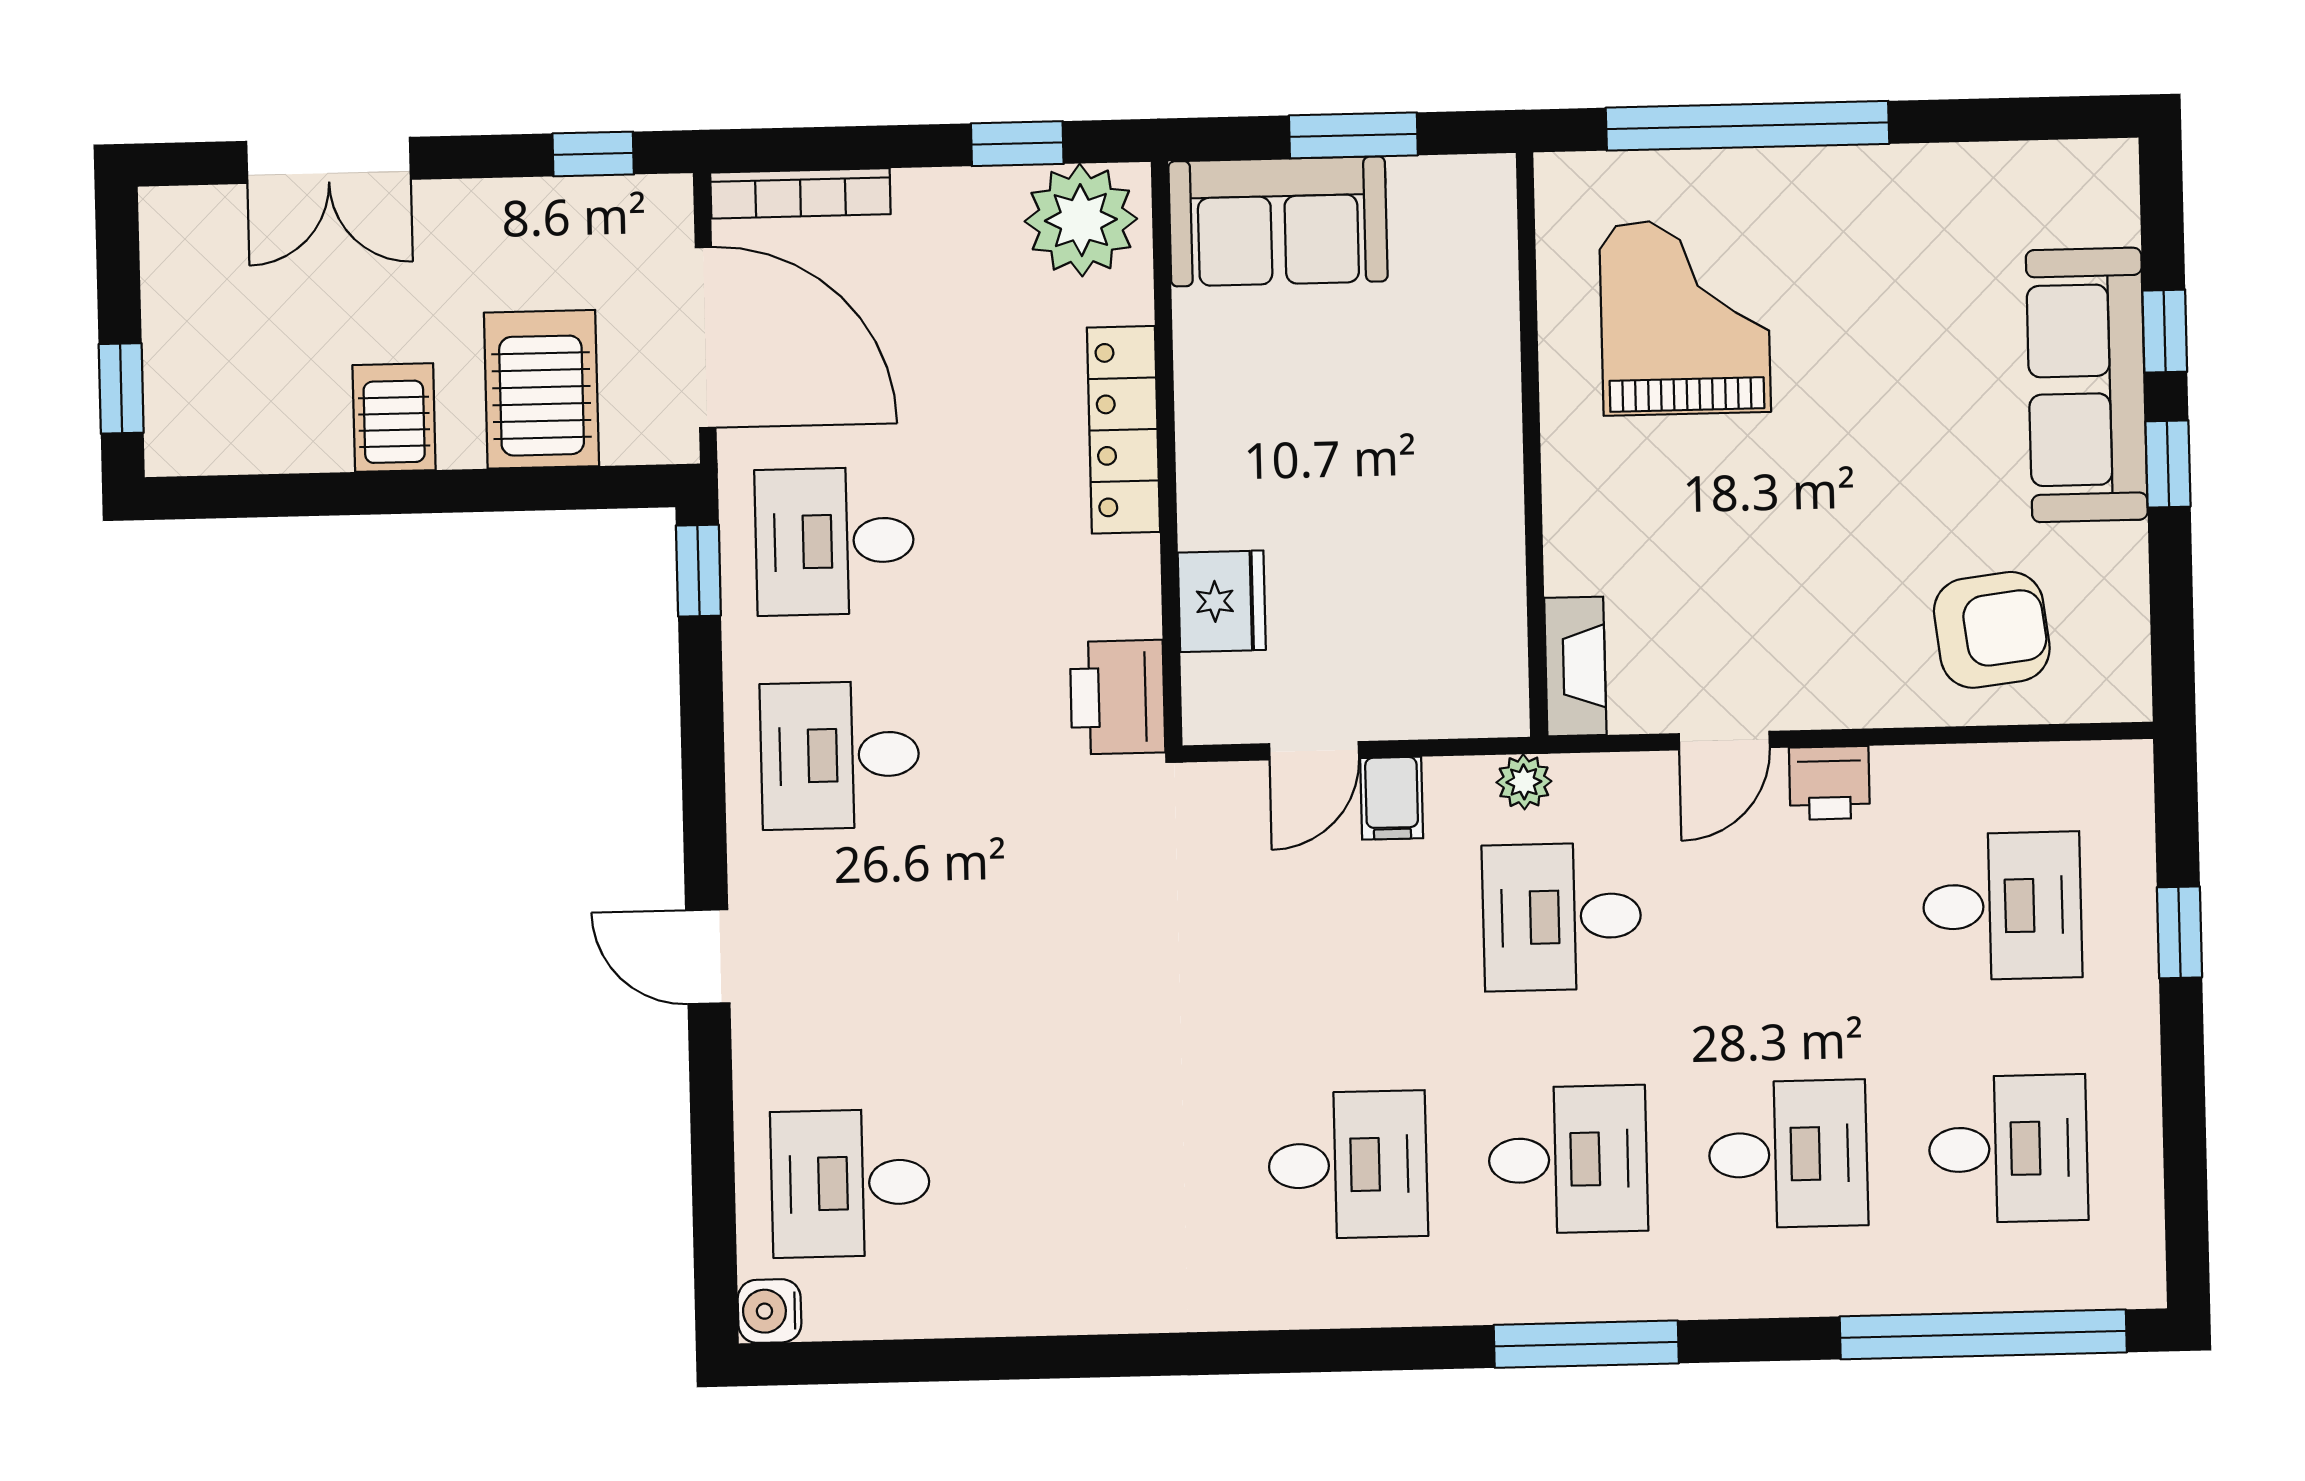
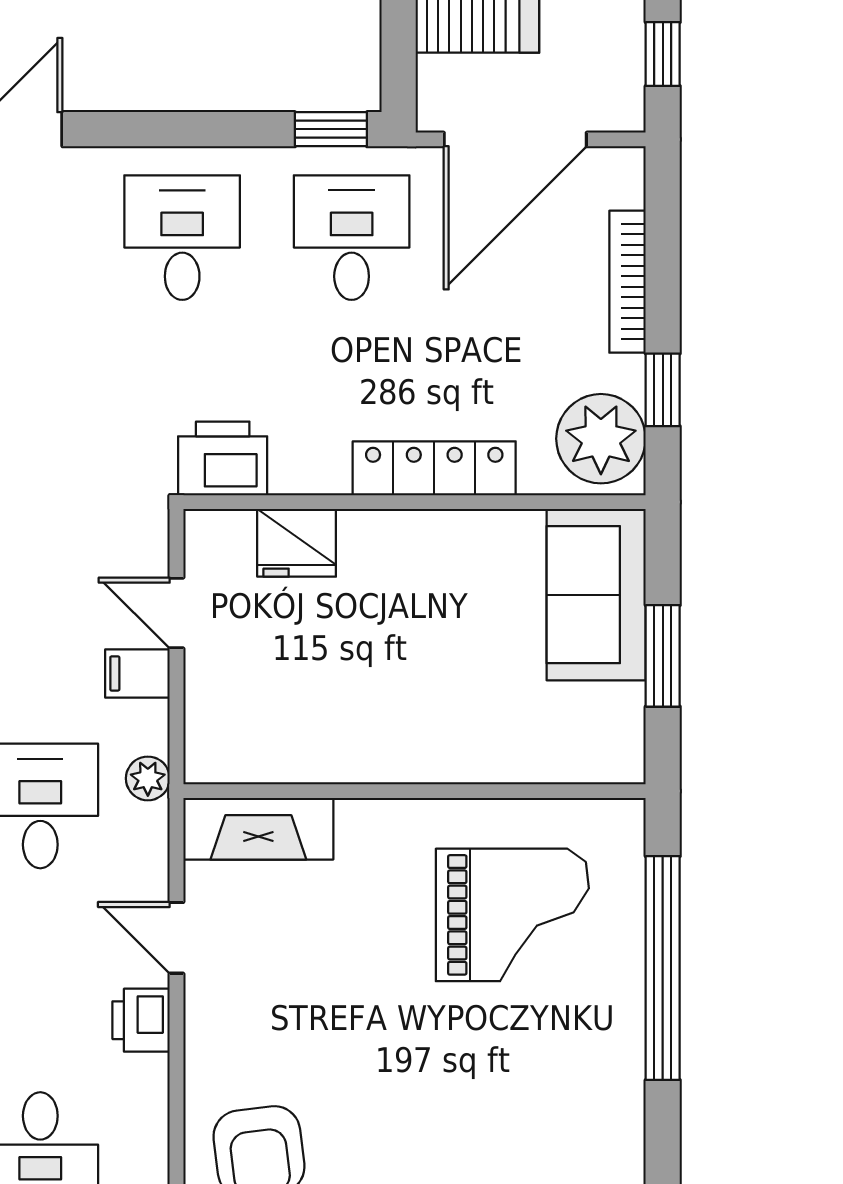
bookcase: (800, 193) -> (627, 282), moved
fireplace: (1575, 666) -> (258, 829), width x1.37, depth x1.32

